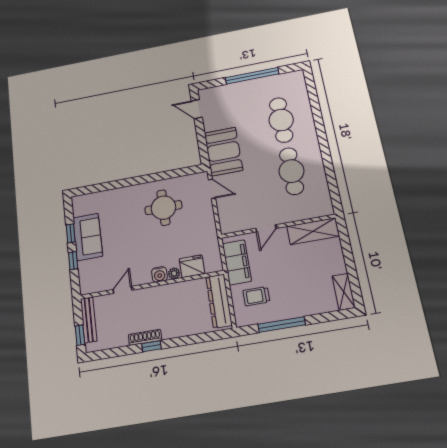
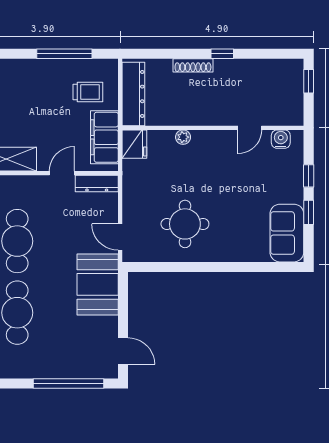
window: (252, 76) -> (68, 383), moved
dresser: (237, 225) -> (97, 184), added
sofa: (88, 237) -> (287, 233), moved
fridge: (192, 266) -> (134, 144), moved, turned -90
water cooler: (159, 274) -> (281, 139), moved
bench: (89, 320) -> (296, 98), removed
shoe rack: (145, 337) -> (193, 65), moved

